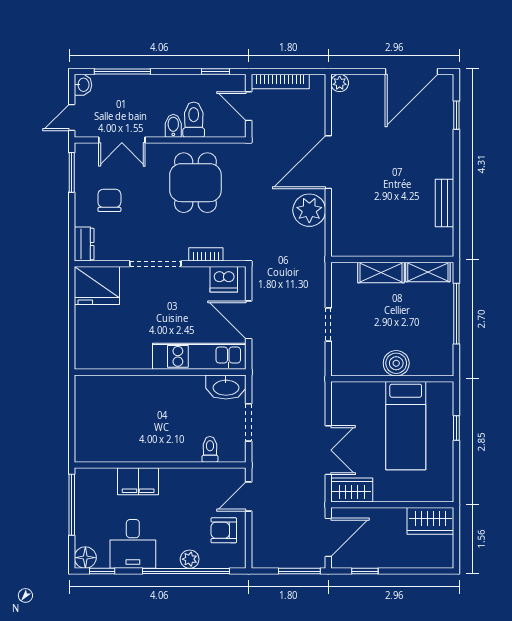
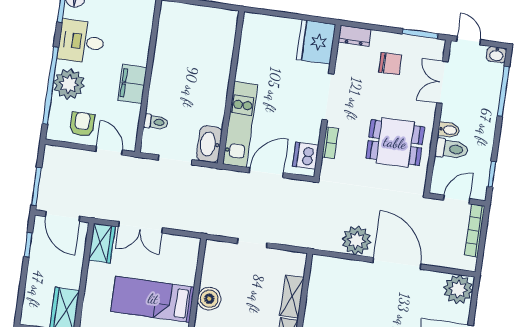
plant: (340, 83) -> (458, 289), width x1.88, depth x1.88
filing cabinet: (138, 481) -> (132, 84), moved
plant: (190, 559) -> (69, 84), width x1.88, depth x1.88

